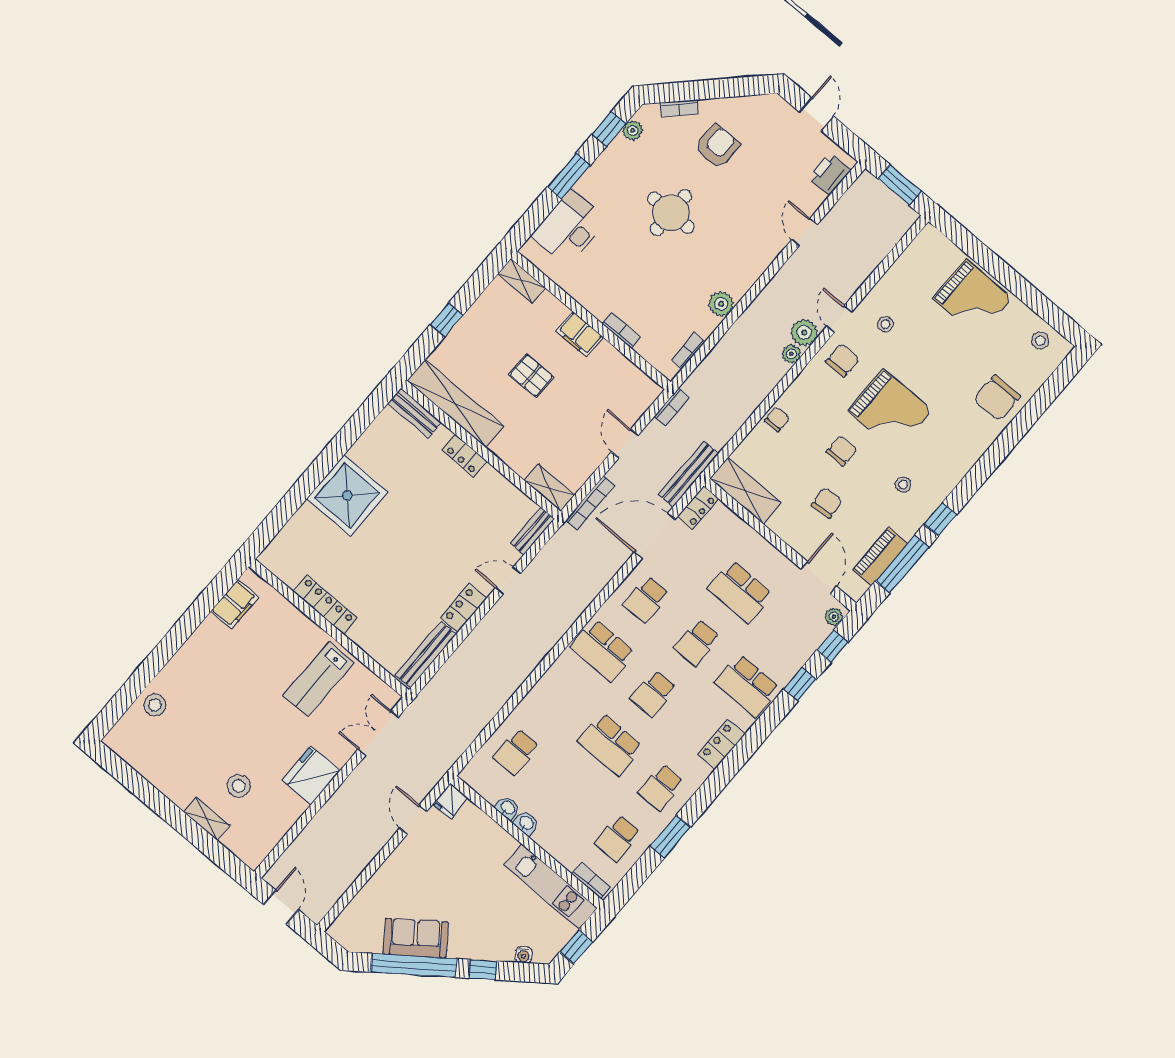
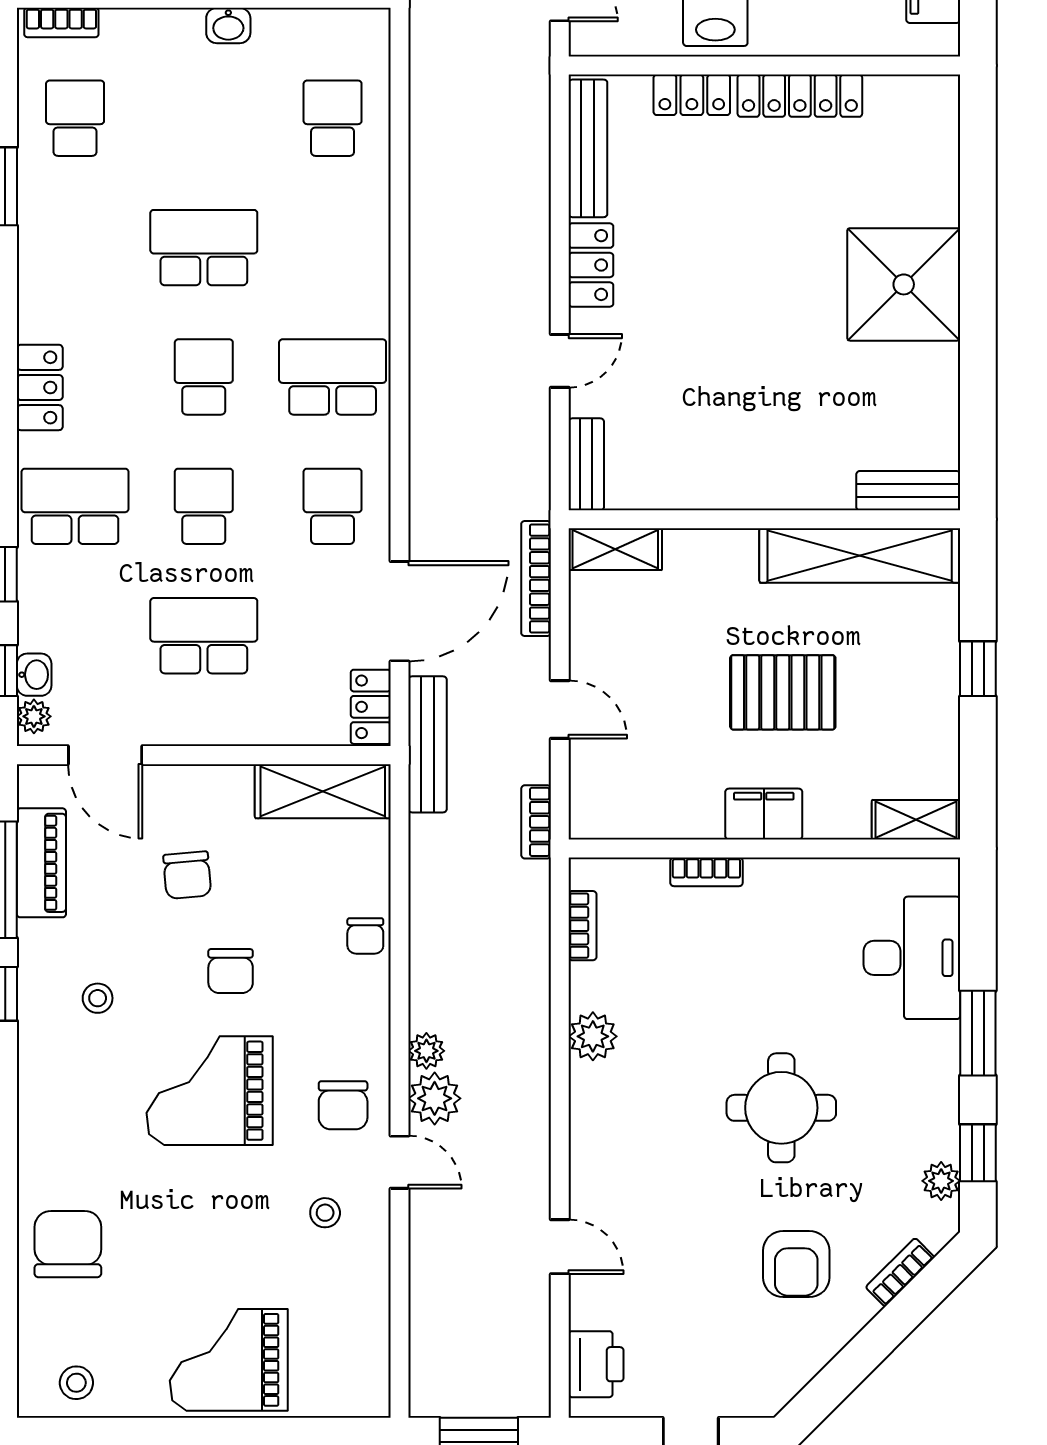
pallet: (531, 376) -> (783, 692), width x1.50, depth x1.42
locker: (464, 456) -> (692, 95), moved, turned 180
school desk: (661, 787) -> (75, 248), removed
washbasin: (508, 808) -> (34, 675), moved, turned -90

